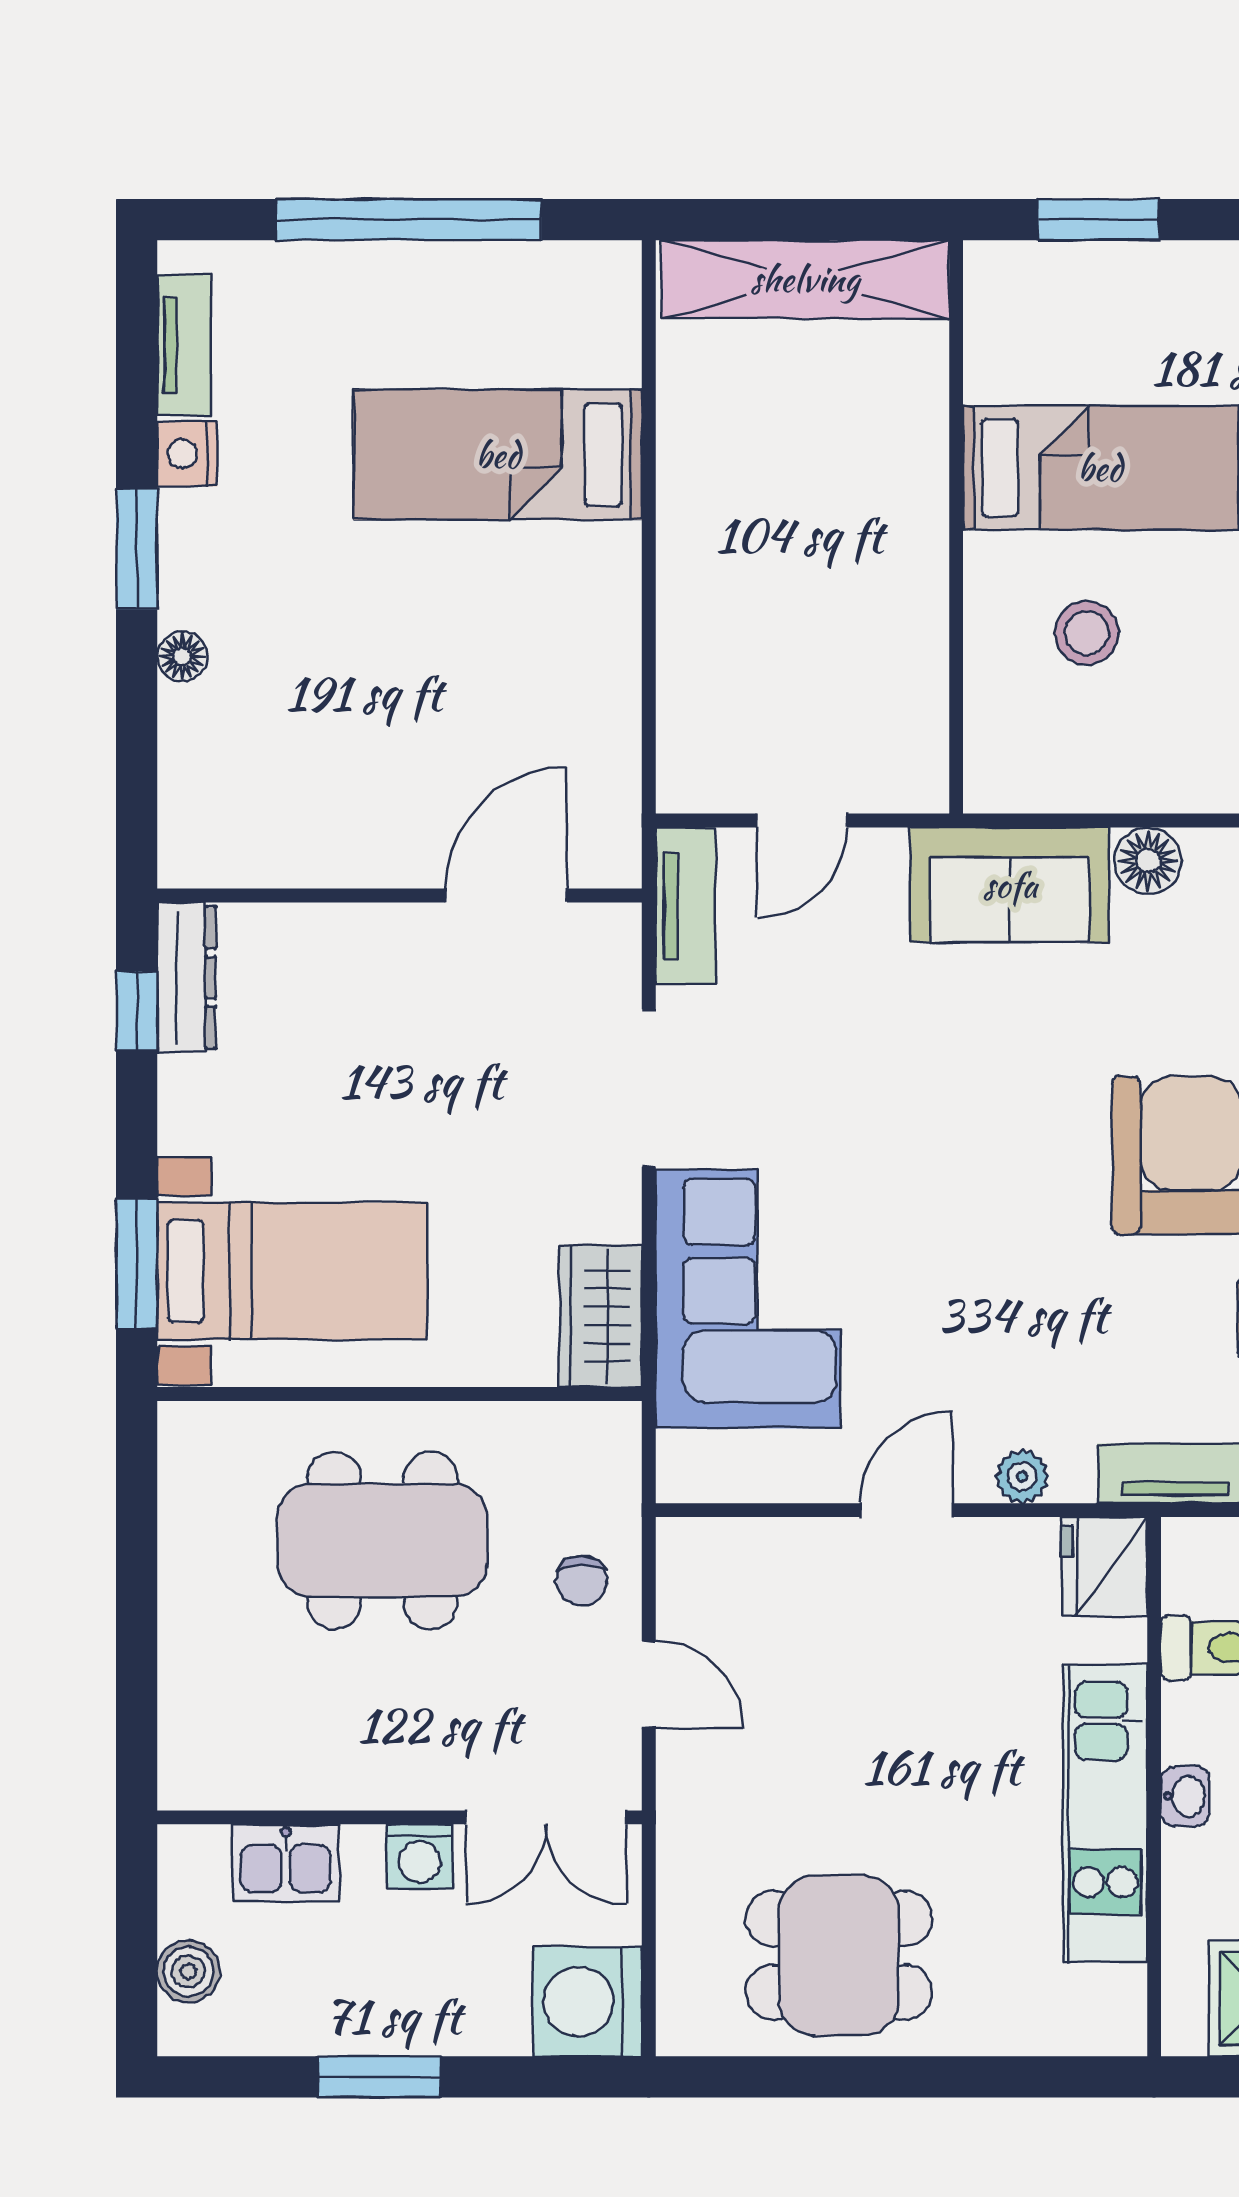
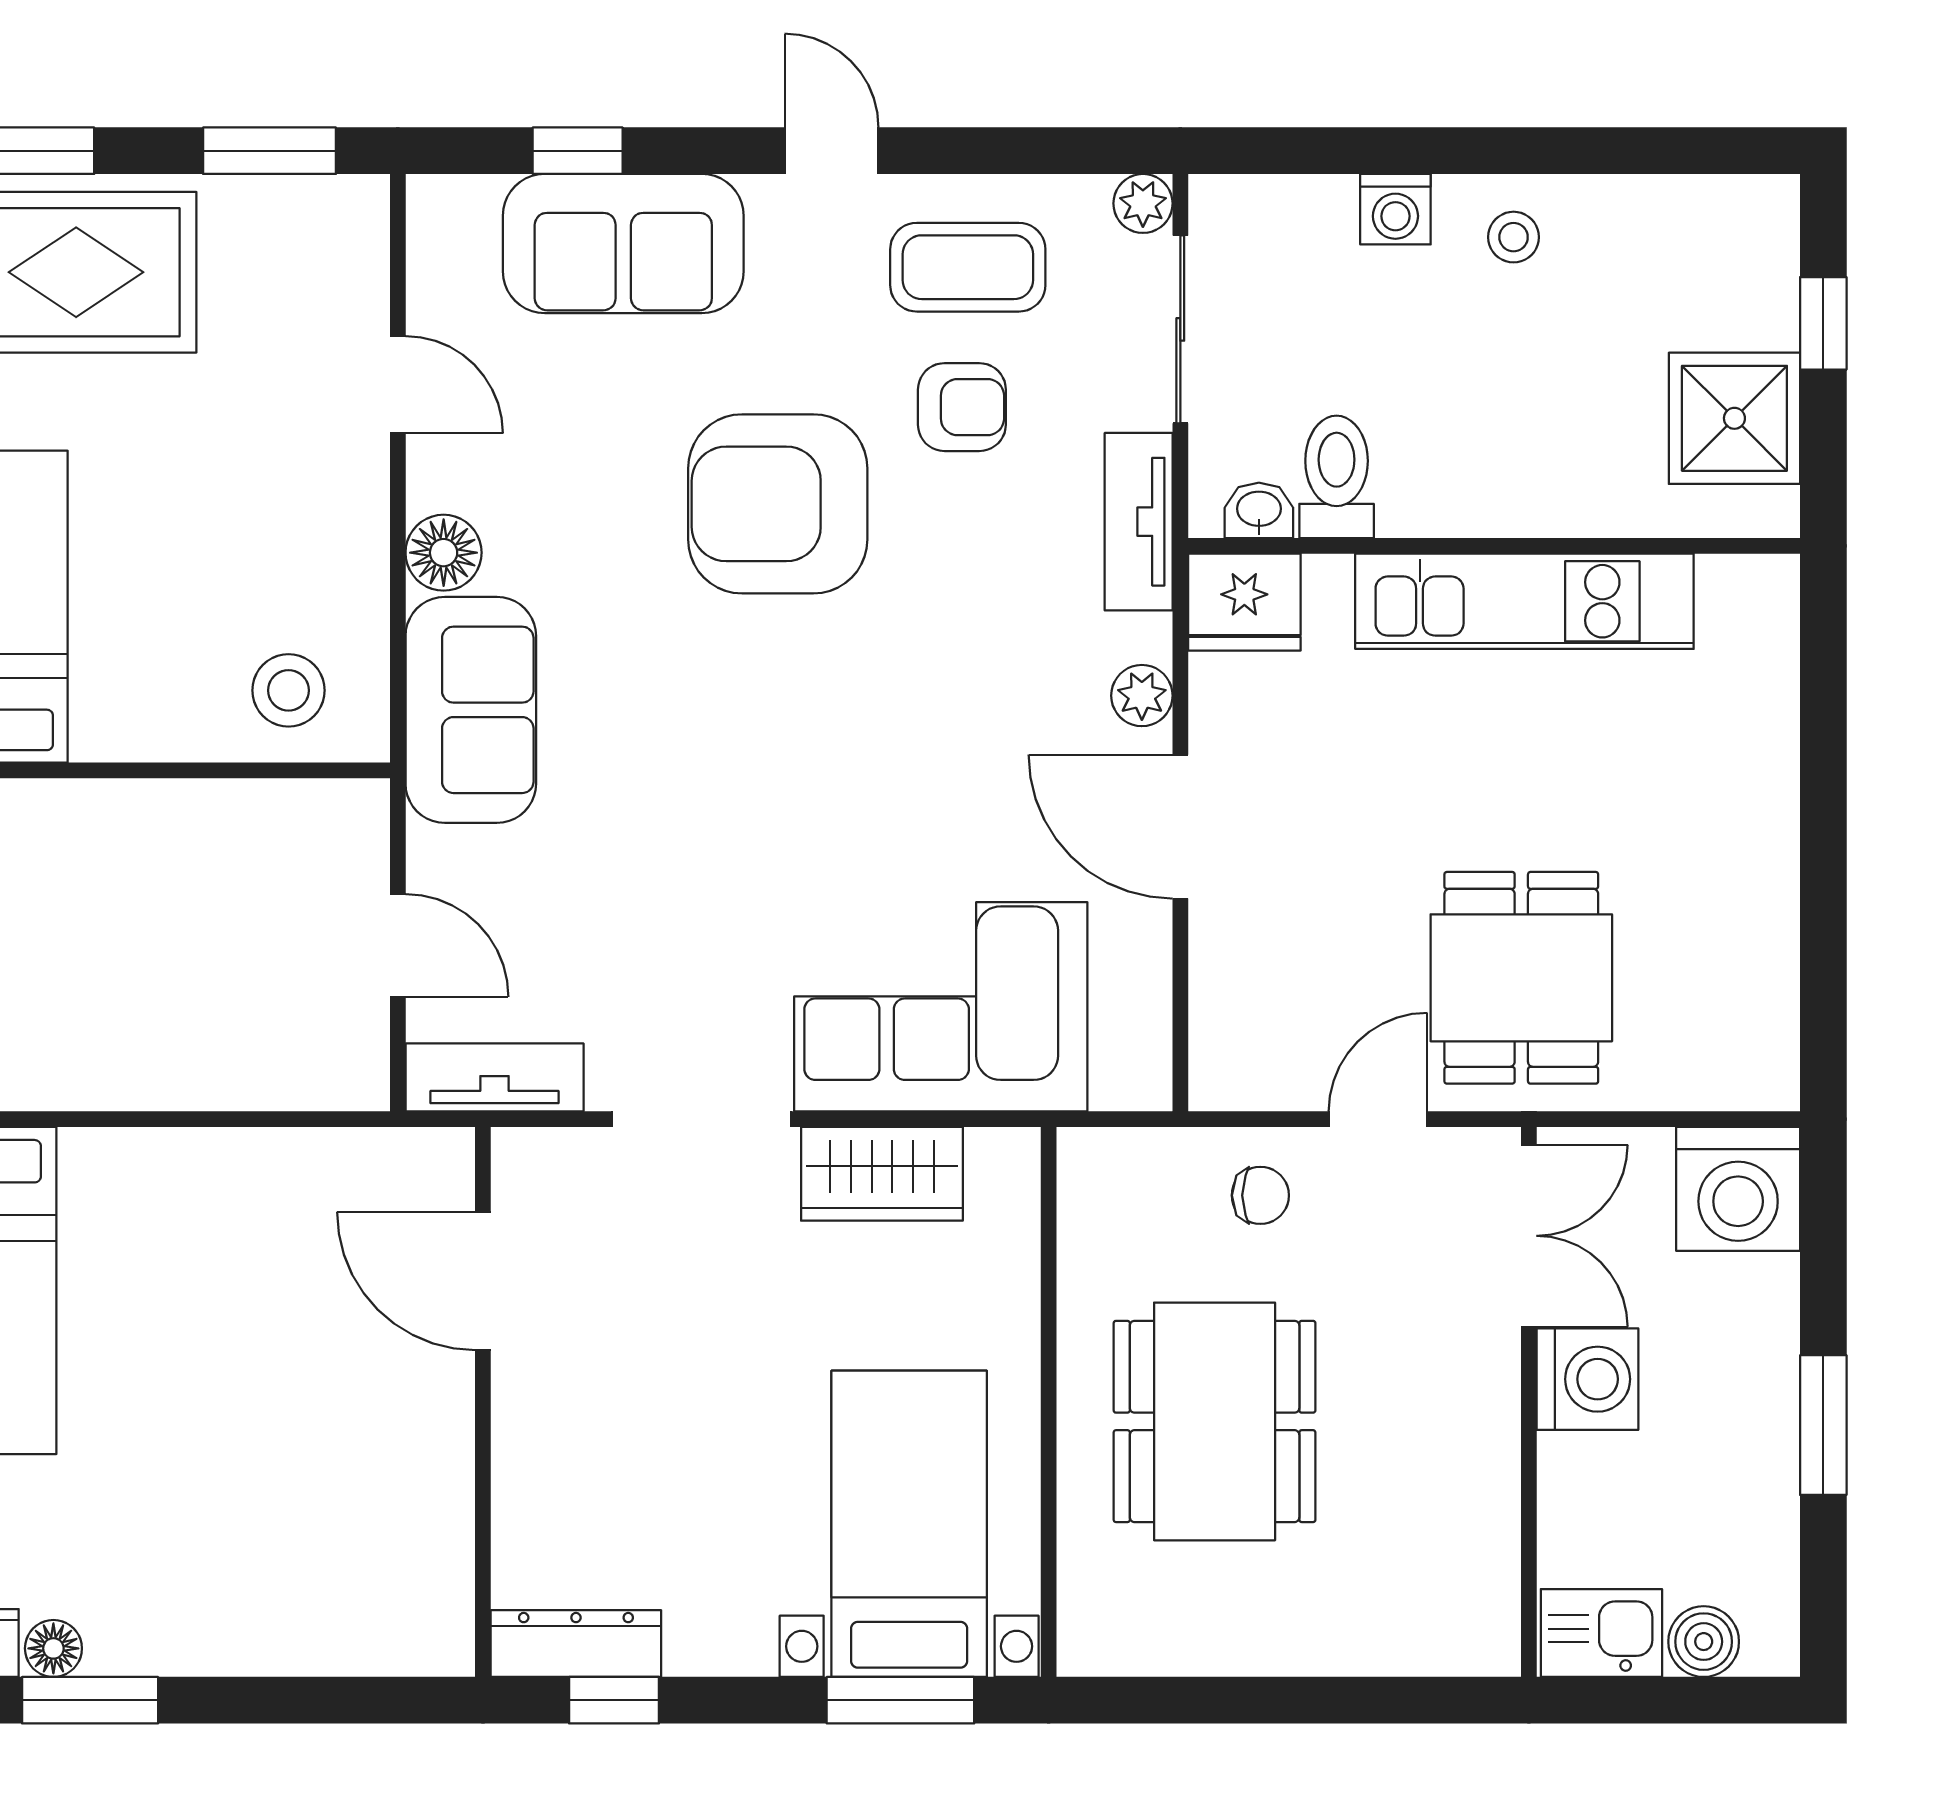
stool: (1087, 633) -> (288, 690), moved
floor lamp: (182, 656) -> (53, 1648), moved
wardrobe: (601, 1316) -> (882, 1174), moved
door: (907, 1510) -> (1180, 827), width x1.38
washbasin: (1185, 1796) -> (1259, 510), moved
washing machine: (420, 1857) -> (1587, 1379), width x1.38, depth x1.38
kitchen sink: (286, 1863) -> (1601, 1633), moved, turned -90
dining table: (839, 1955) -> (1521, 978), moved

